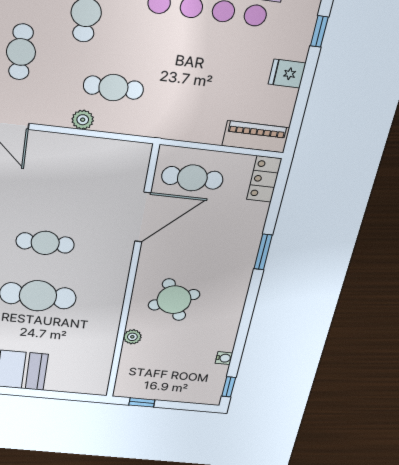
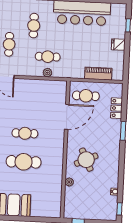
plant: (83, 120) -> (47, 73), moved
piano: (256, 137) -> (98, 74), moved
locker: (264, 179) -> (117, 108), moved

